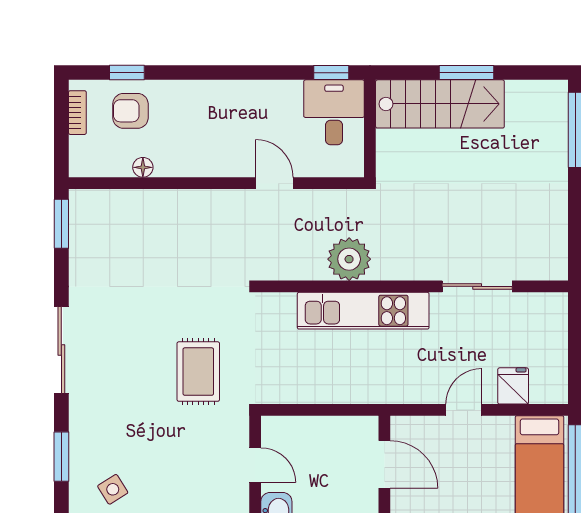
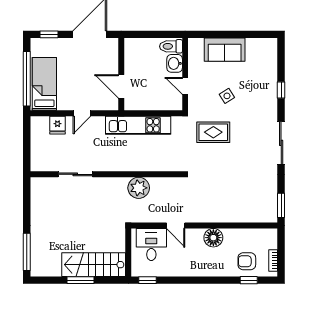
armchair: (130, 111) -> (247, 261), turned 180
desk: (334, 112) -> (151, 244), moved, turned 180
floor lamp: (143, 167) -> (213, 238), moved, width x1.89, depth x1.89
kitchen unit: (363, 311) -> (138, 125), moved, turned 180
rug: (198, 372) -> (213, 132), turned 90
window: (61, 457) -> (281, 90), width x0.67
side table: (113, 489) -> (227, 96), moved

